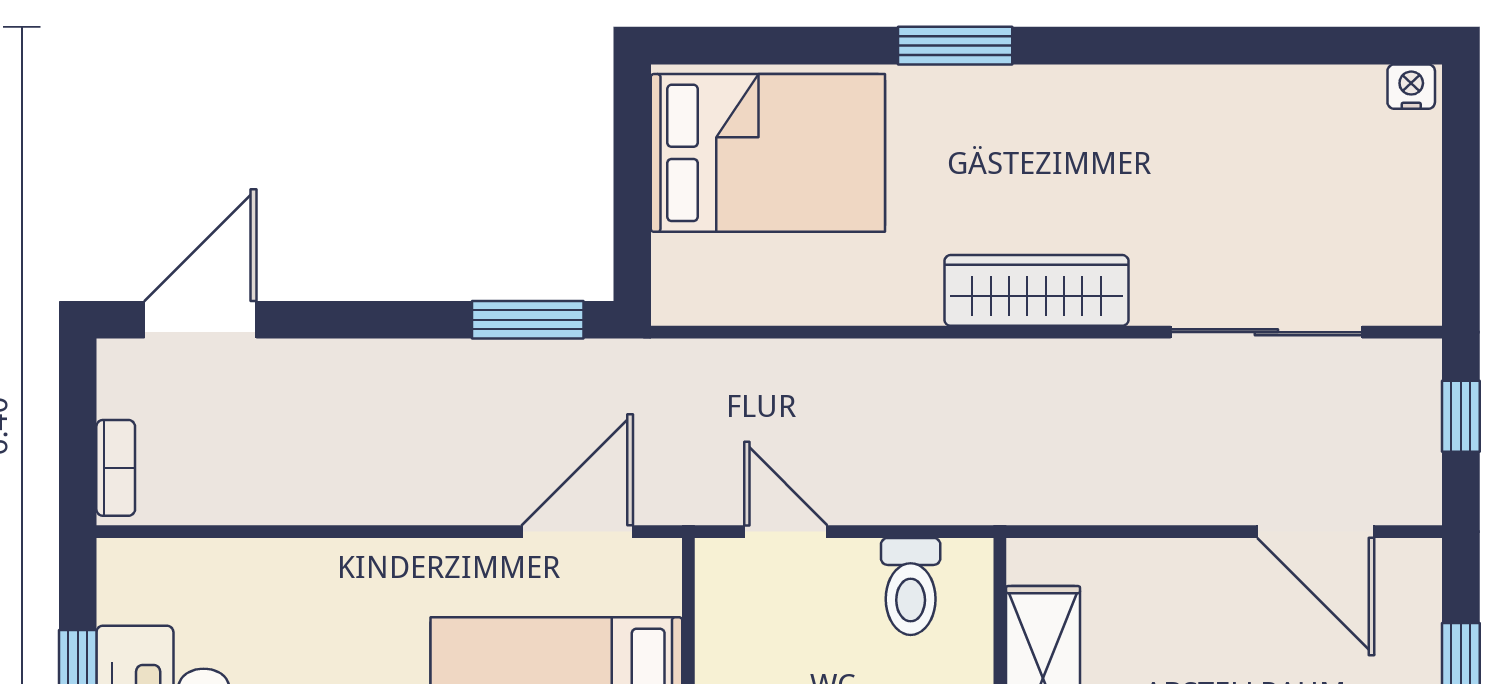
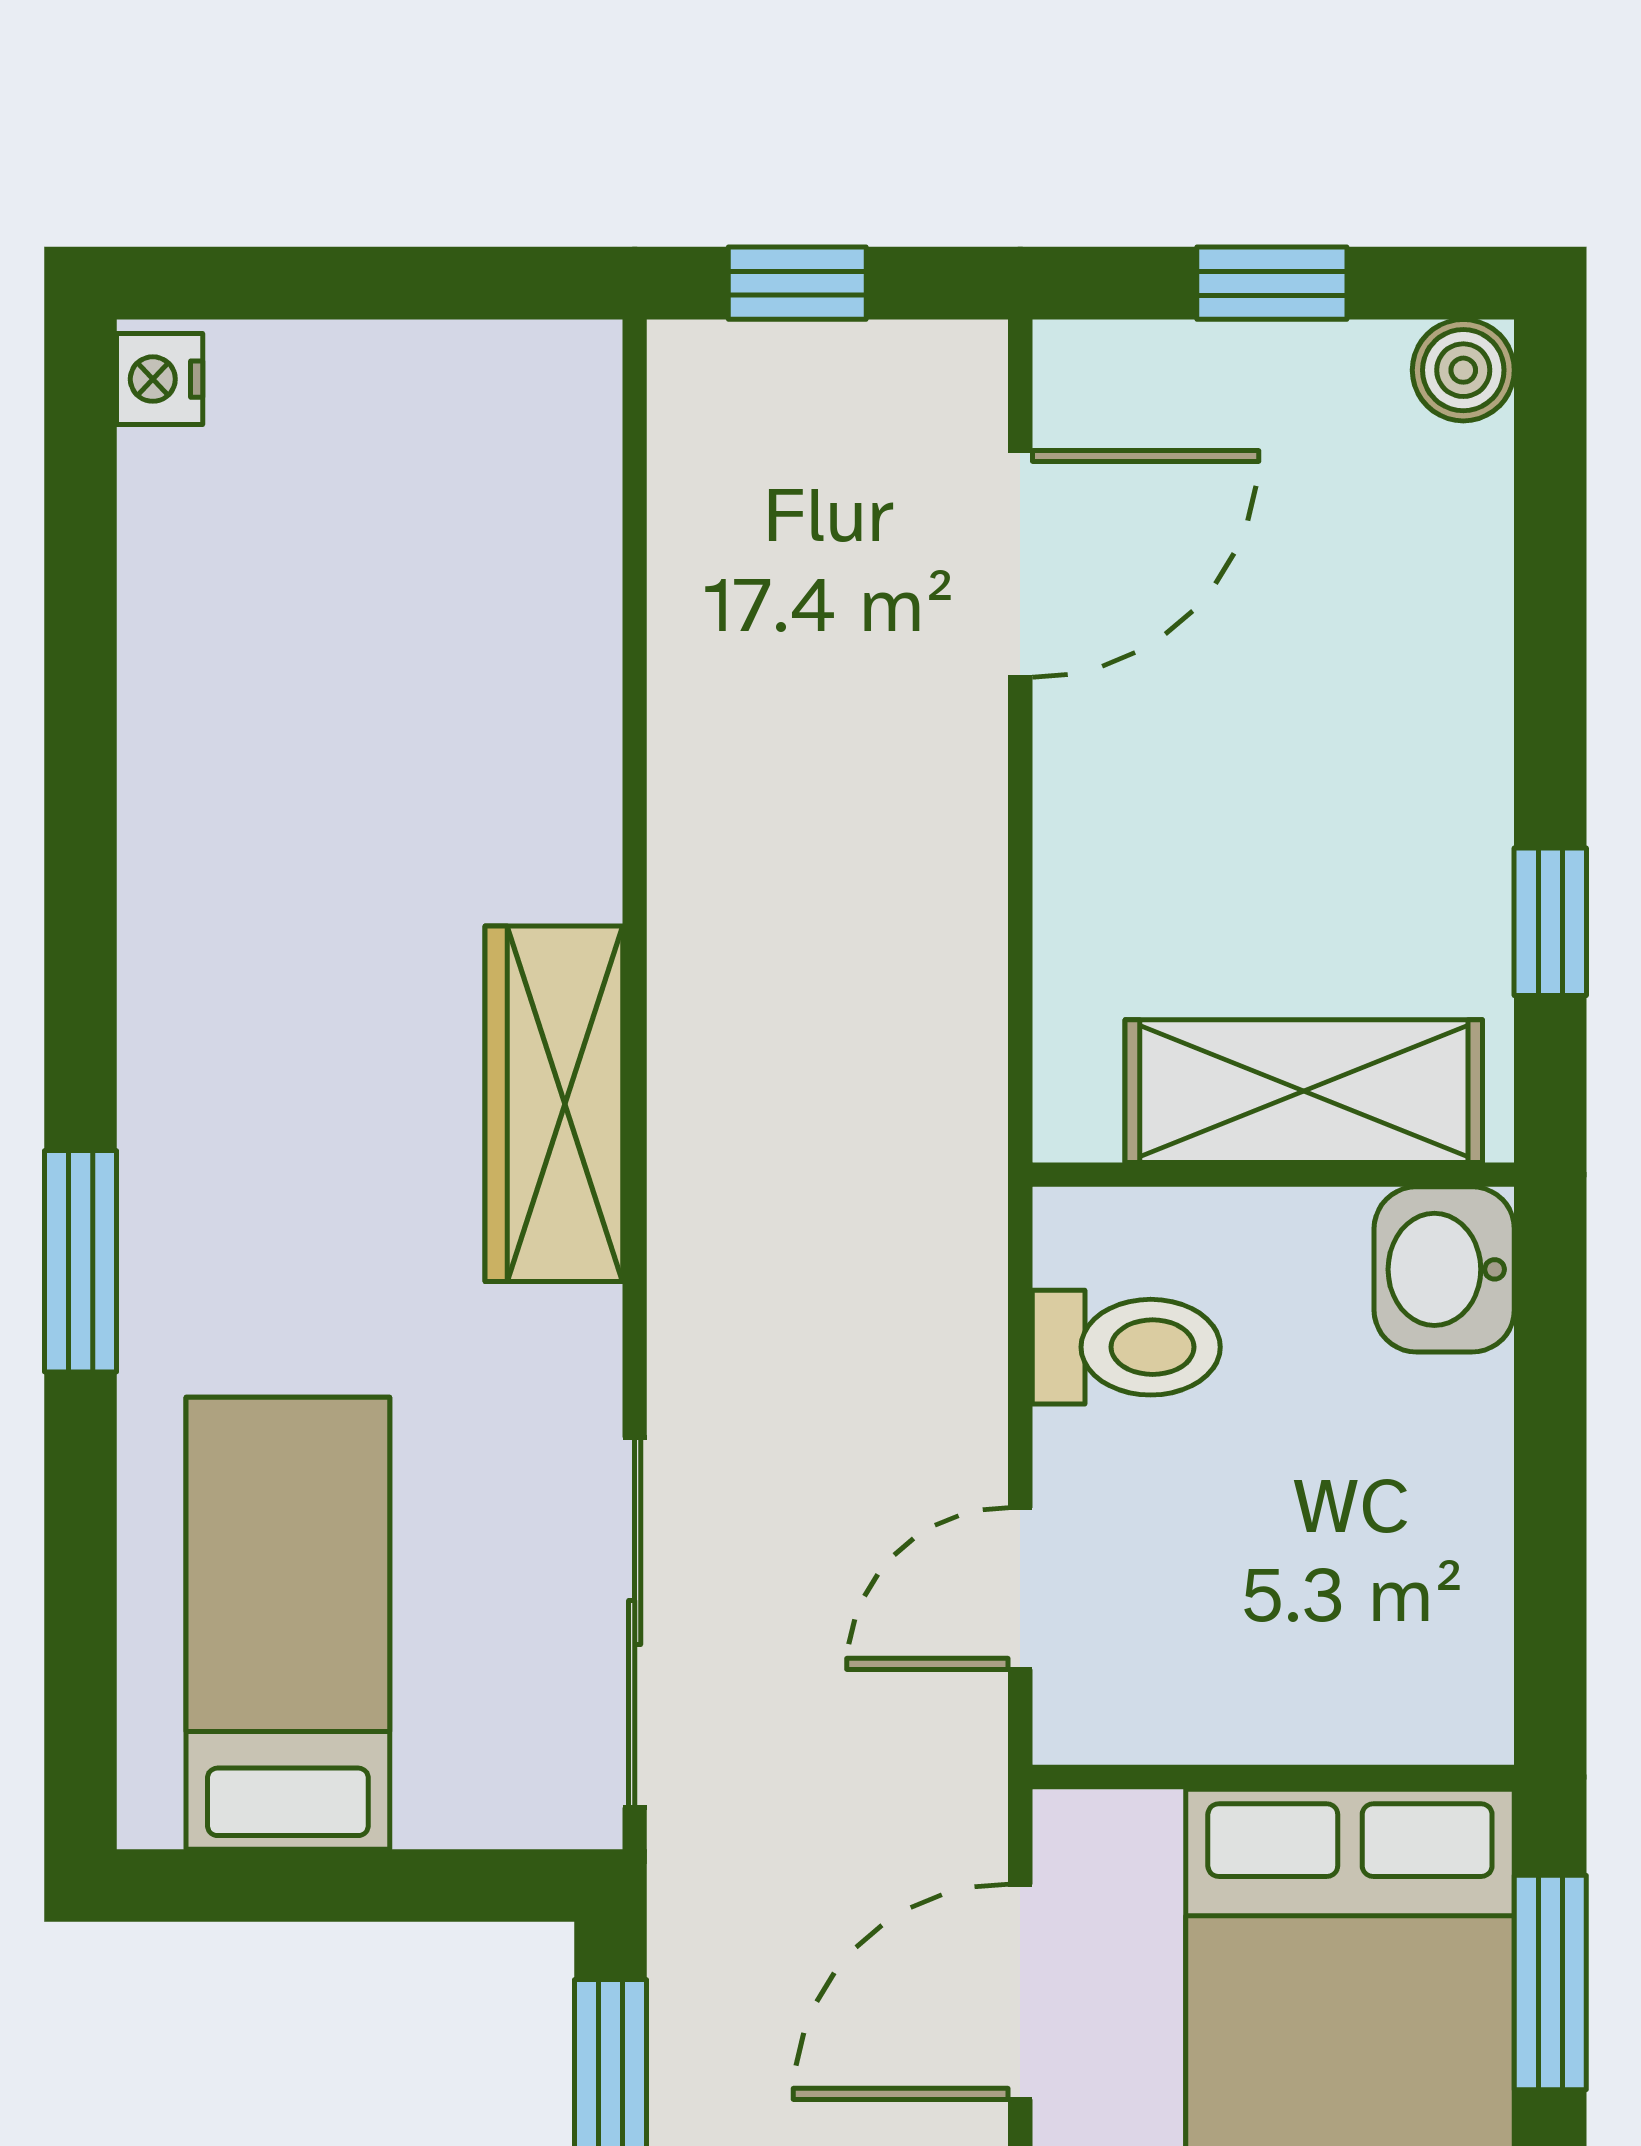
bed: (768, 153) -> (288, 1623), width x0.67
sliding door: (1266, 332) -> (635, 1622), moved
door: (577, 532) -> (1020, 1992), hinge flipped

